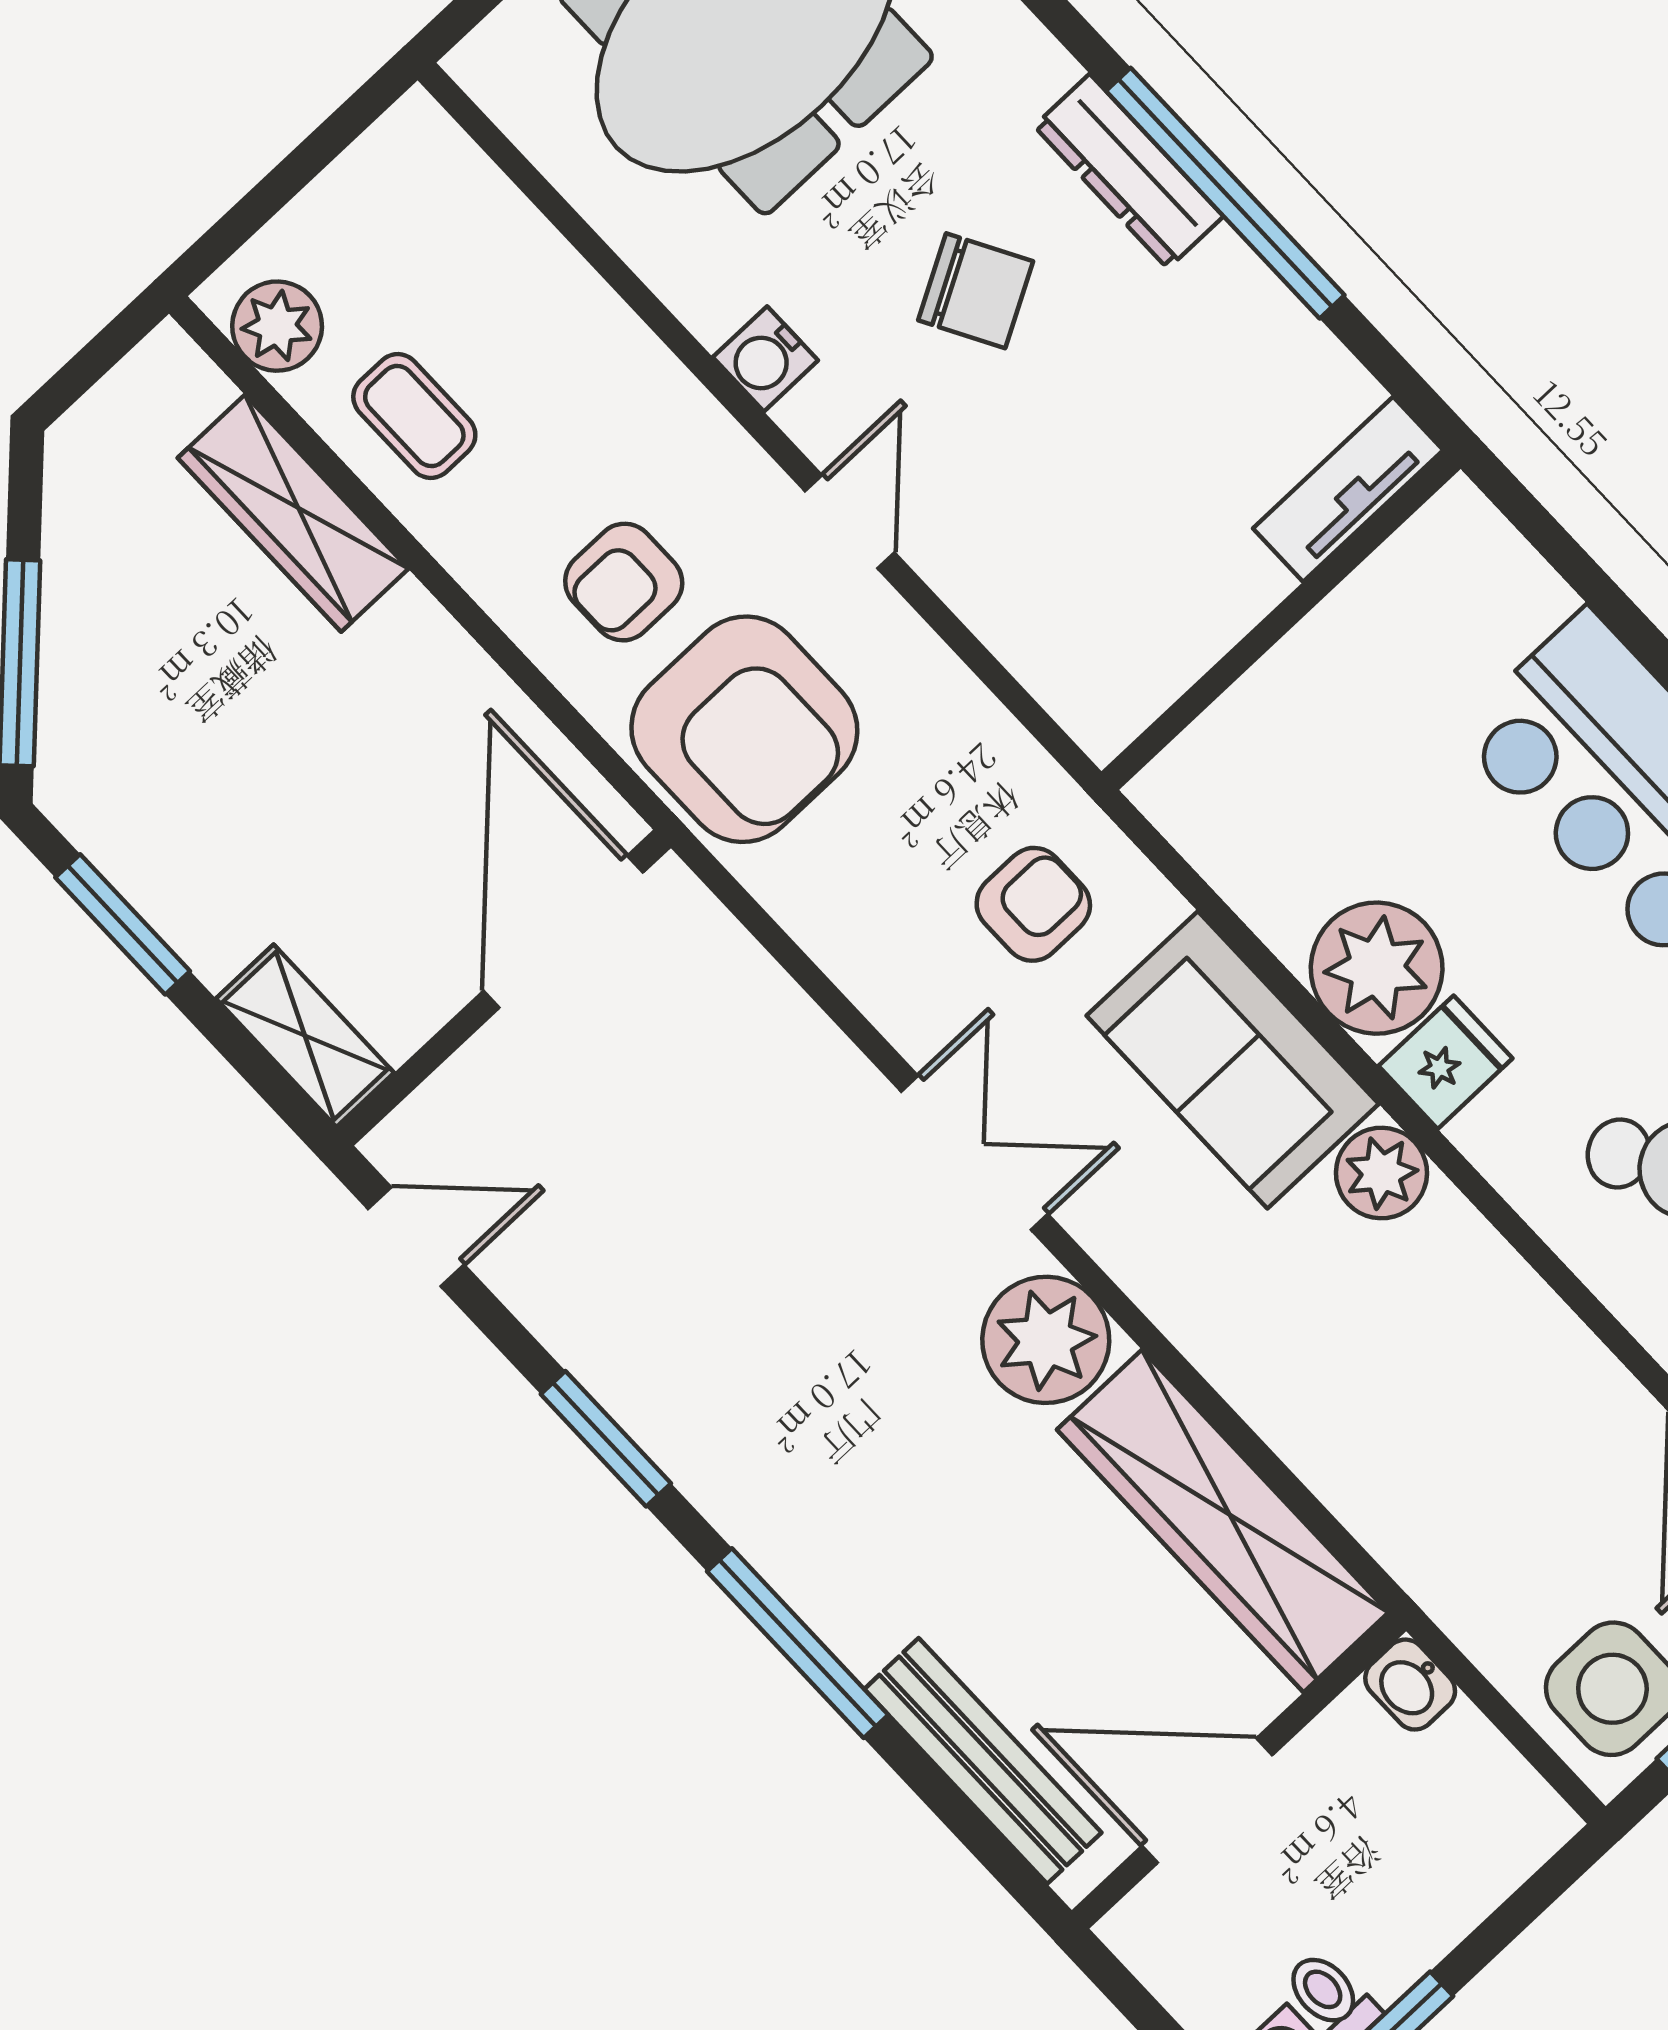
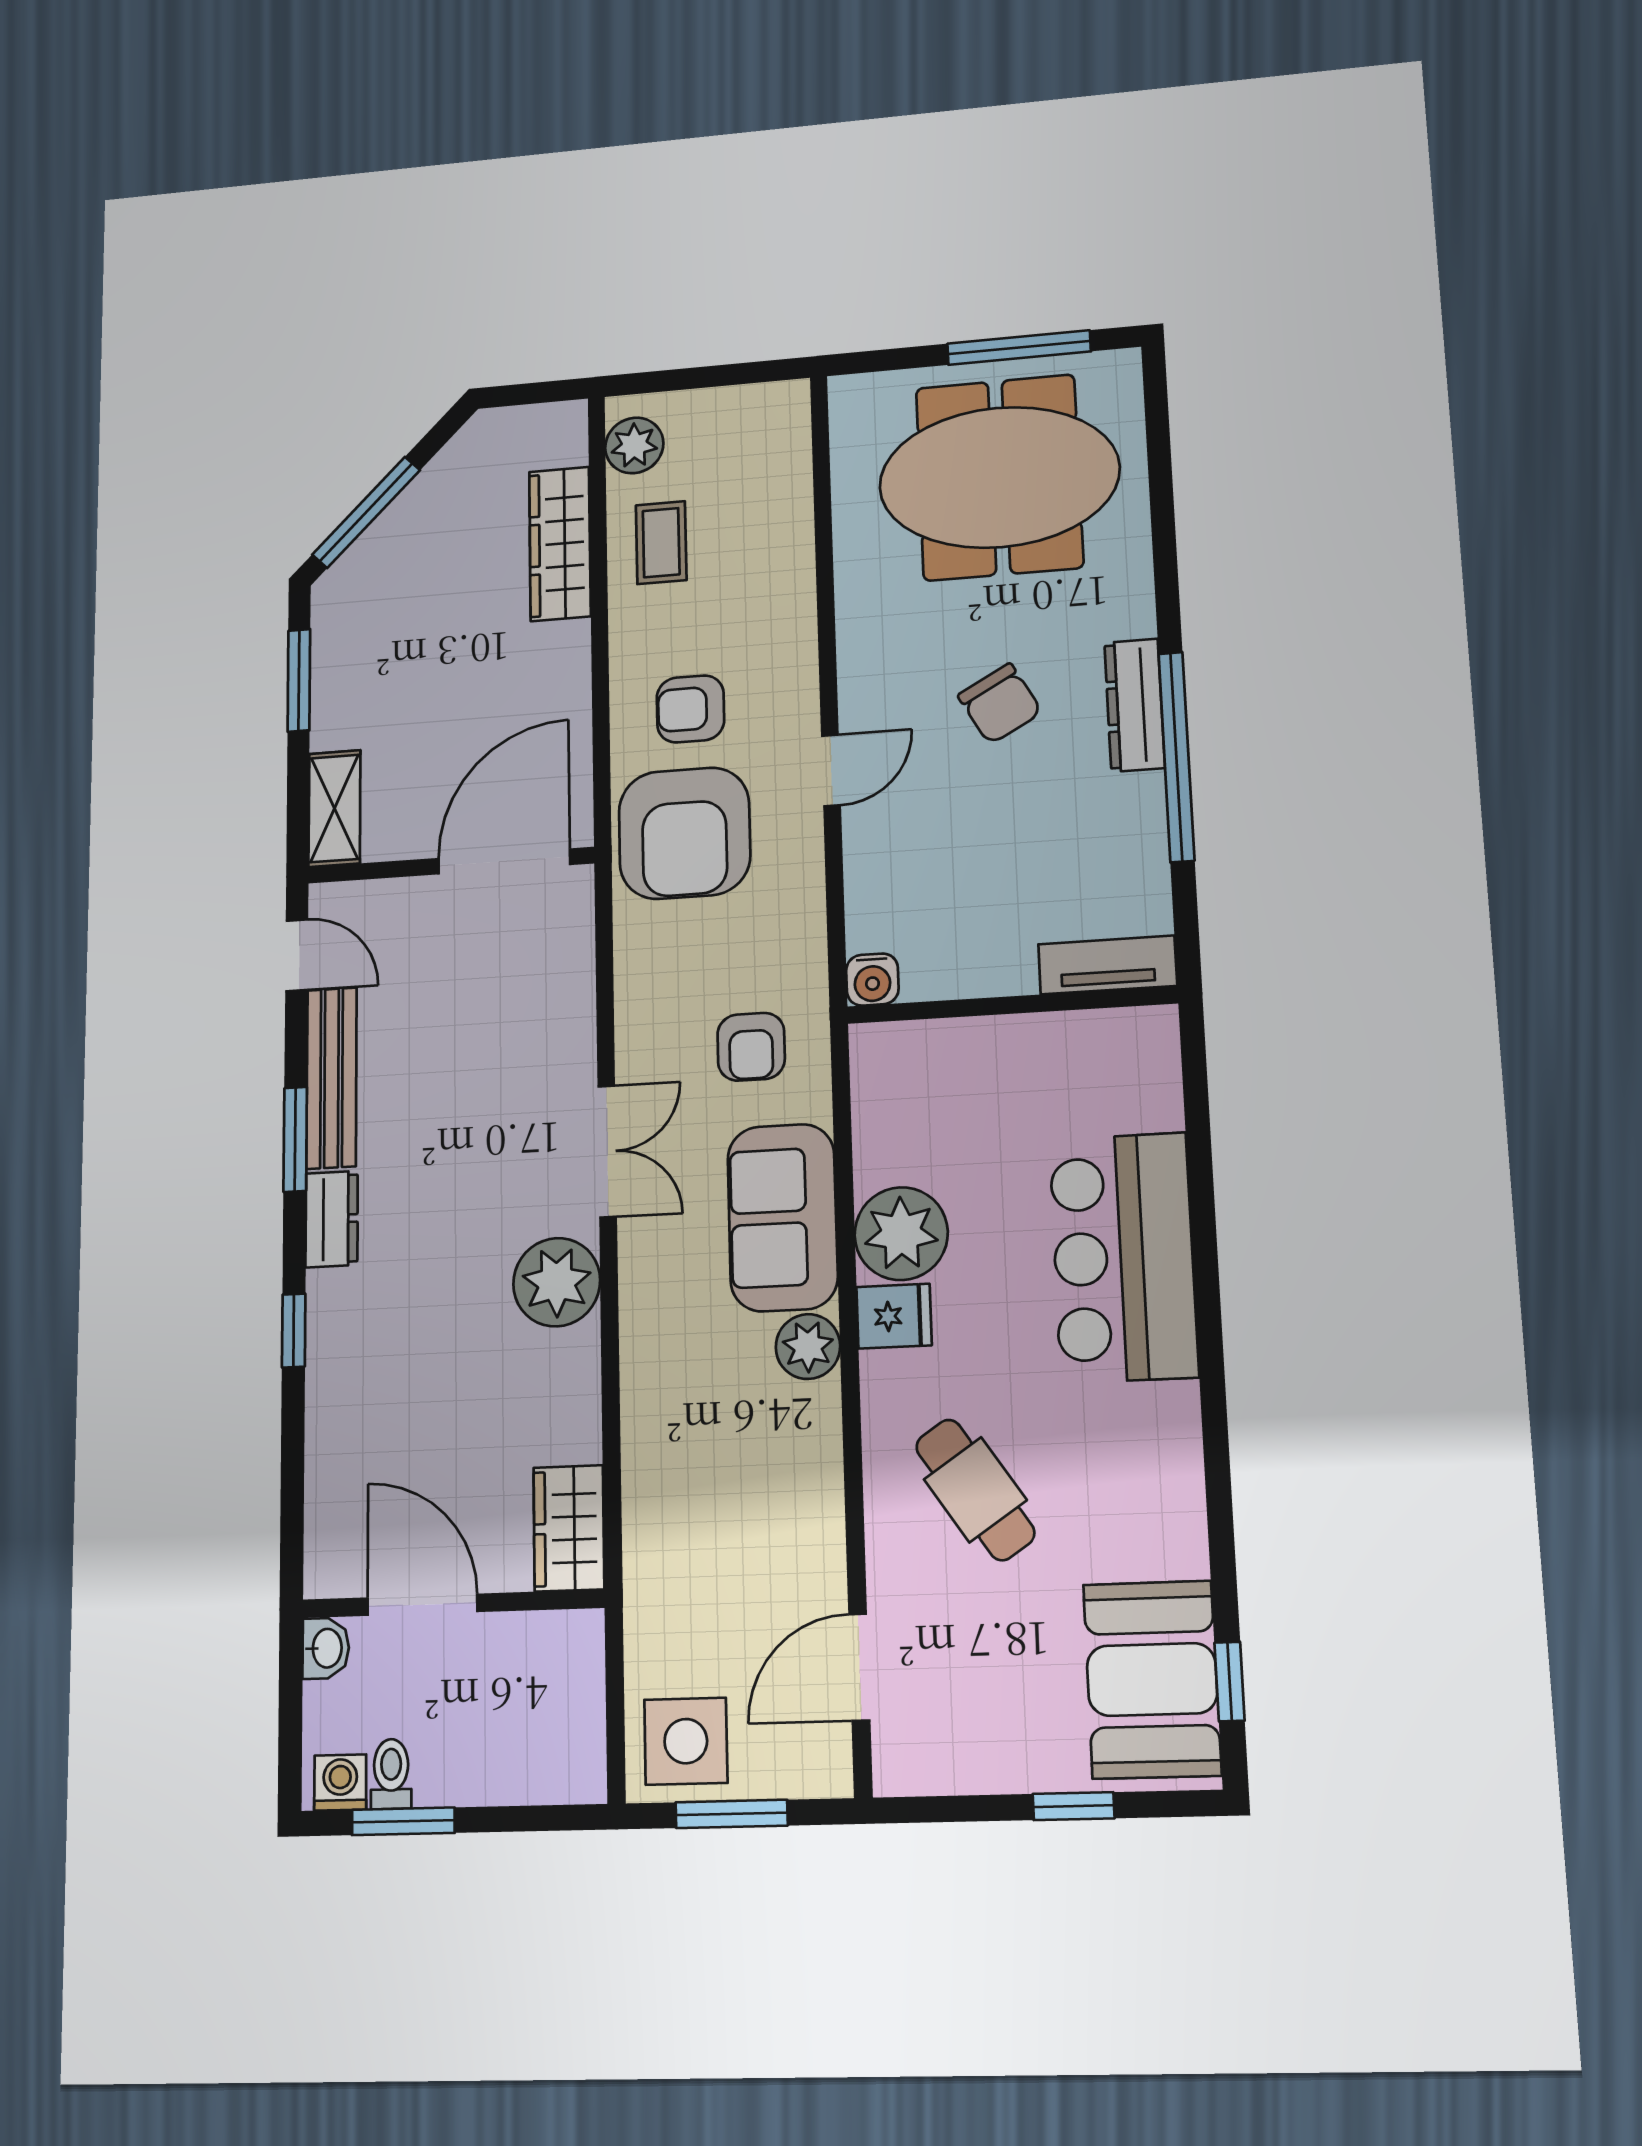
water cooler: (765, 359) -> (872, 980), moved, turned -90
armchair: (1033, 904) -> (751, 1047), turned 90
dresser: (729, 1489) -> (332, 1219), added
wardrobe: (1223, 1521) -> (569, 1528), width x0.48, depth x0.85
window: (798, 1643) -> (294, 1330), width x0.46
washbasin: (1410, 1685) -> (326, 1648), moved, turned 180
bench: (983, 1761) -> (332, 1078), moved

